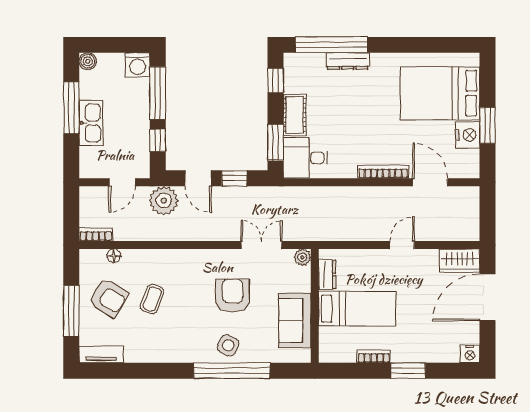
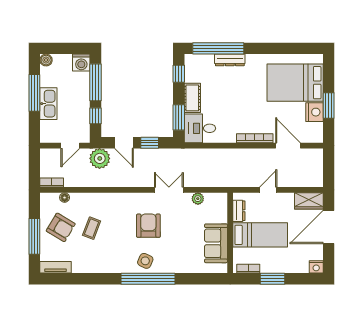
dresser: (327, 275) -> (239, 211), moved
wall: (315, 306) -> (230, 233), moved
bed: (357, 309) -> (260, 235), moved
sofa: (295, 321) -> (216, 243), moved

